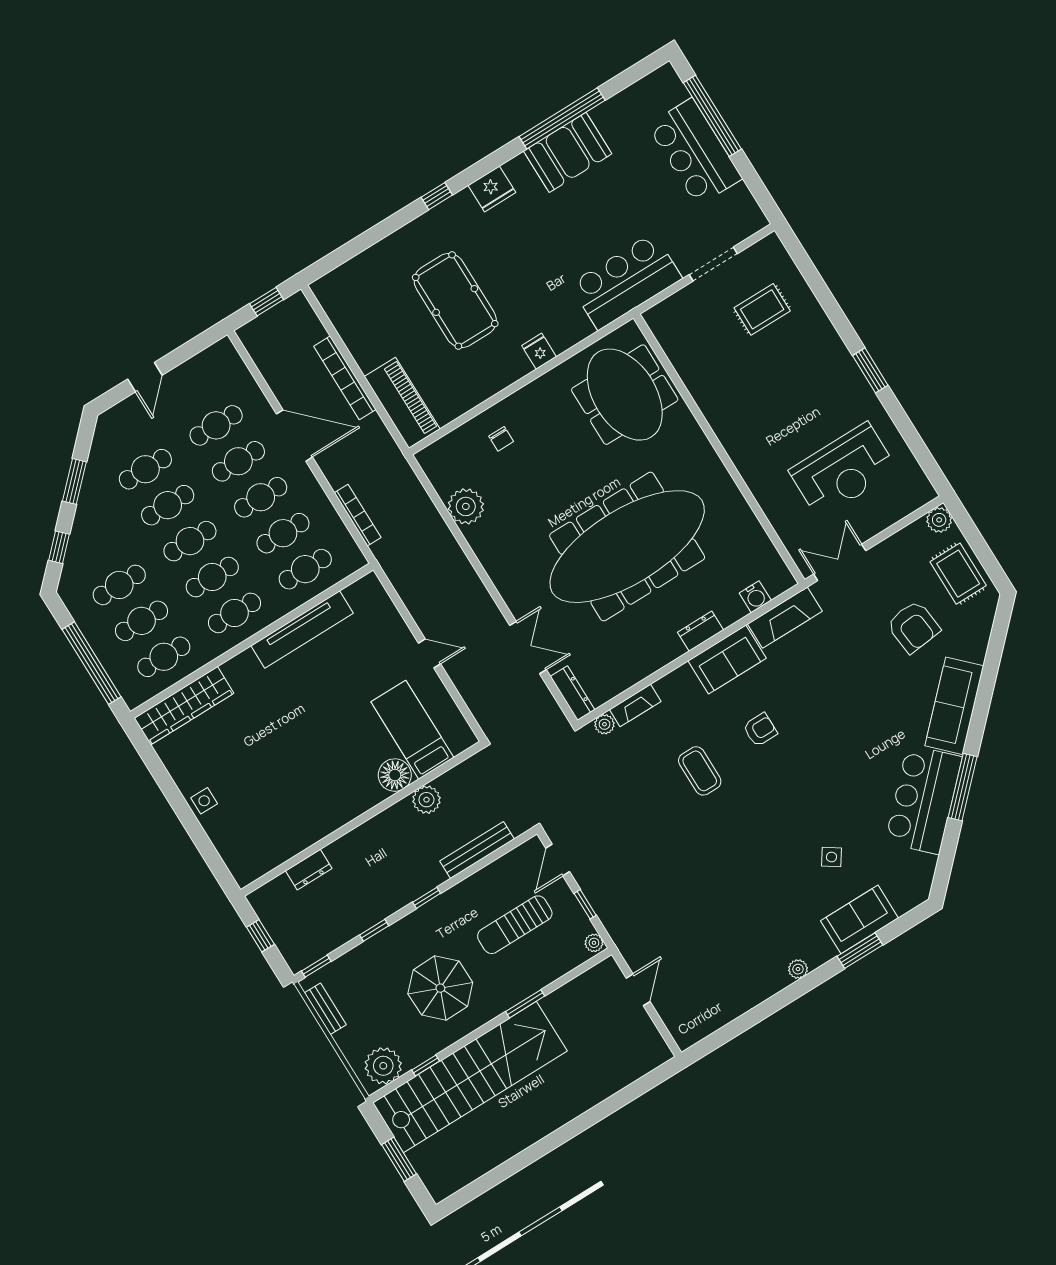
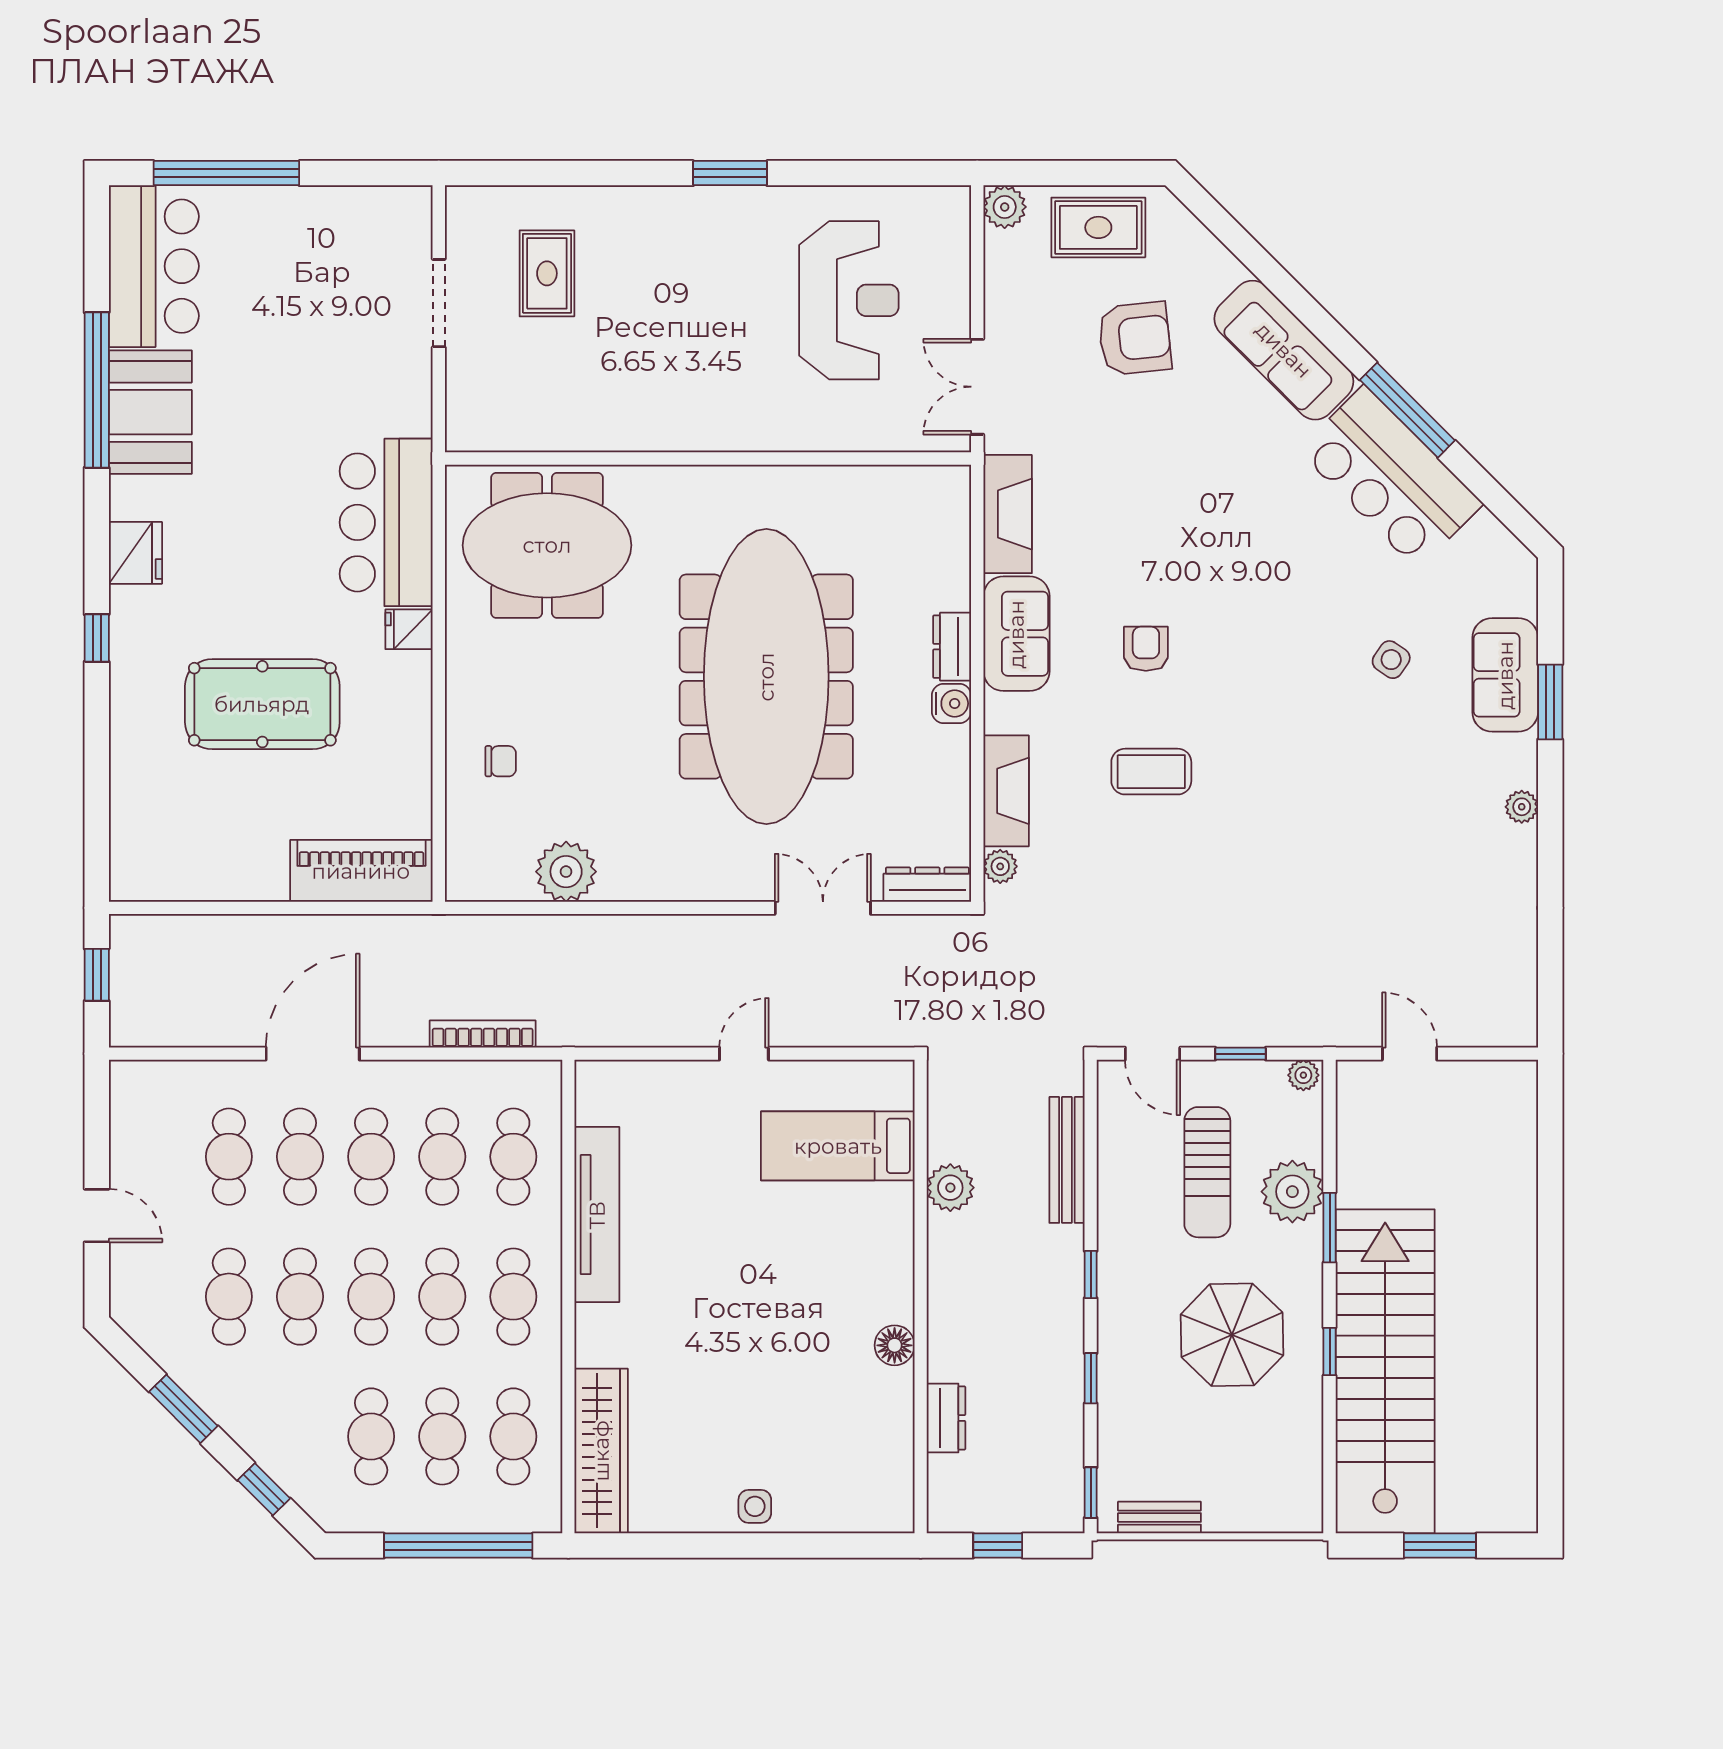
bar counter: (695, 152) -> (154, 266), moved, turned -90
bar counter: (626, 281) -> (386, 522), moved
bookcase: (345, 378) -> (275, 931), removed
water cooler: (755, 597) -> (951, 703), moved
fireplace: (635, 705) -> (1006, 791), width x1.37, depth x1.32
floor lamp: (395, 775) -> (895, 1345), moved, width x0.73, depth x0.73
window: (426, 1065) -> (1330, 1352), moved
plant: (383, 1066) -> (1292, 1192), moved

